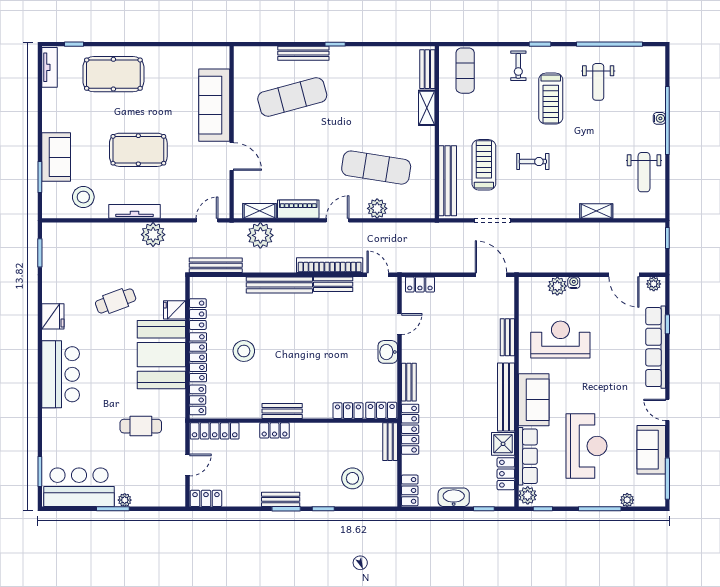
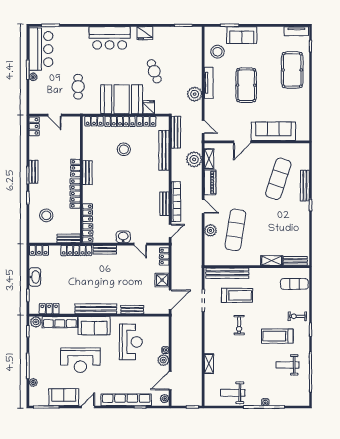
exercise mat: (292, 97) -> (278, 179), turned 33
bench: (279, 285) -> (164, 150), moved
plant: (557, 286) -> (163, 360), moved
locker: (215, 431) -> (75, 194), moved
shower: (503, 444) -> (162, 280), moved
reception desk: (586, 446) -> (80, 360), moved

